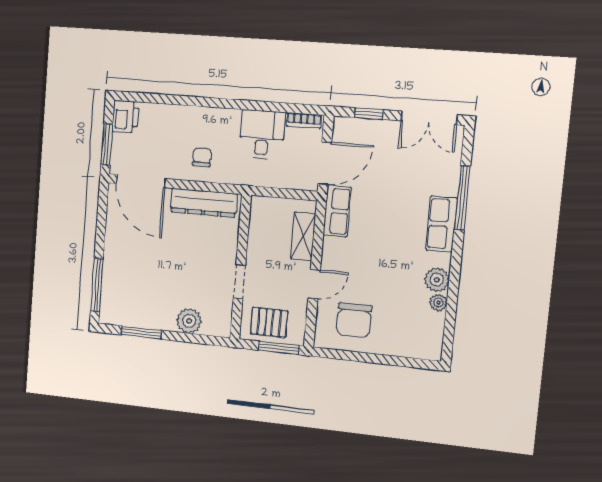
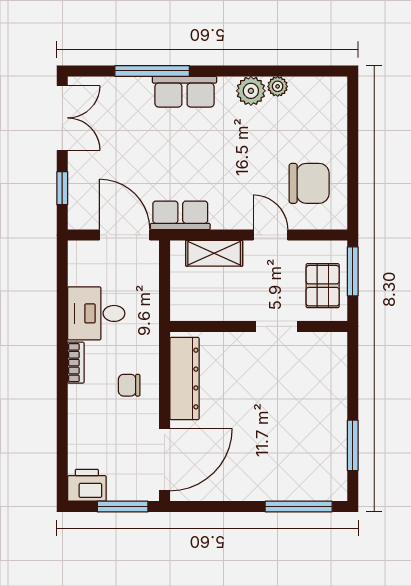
bookcase: (304, 120) -> (76, 363), moved
plant: (189, 321) -> (331, 385), removed

